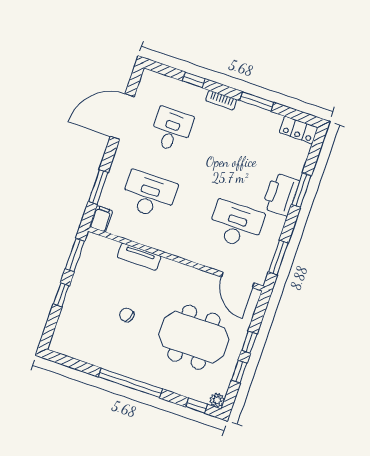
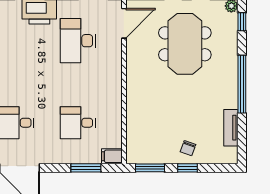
desk: (149, 195) -> (78, 123), width x0.73
tv unit: (139, 257) -> (231, 128), moved, turned 180
chair: (127, 315) -> (188, 148), moved

